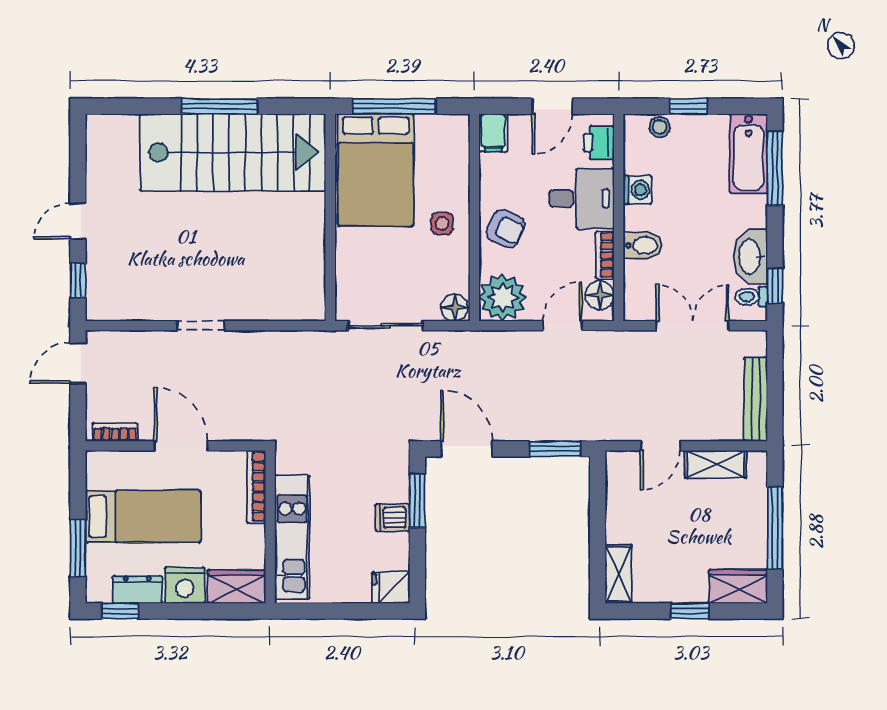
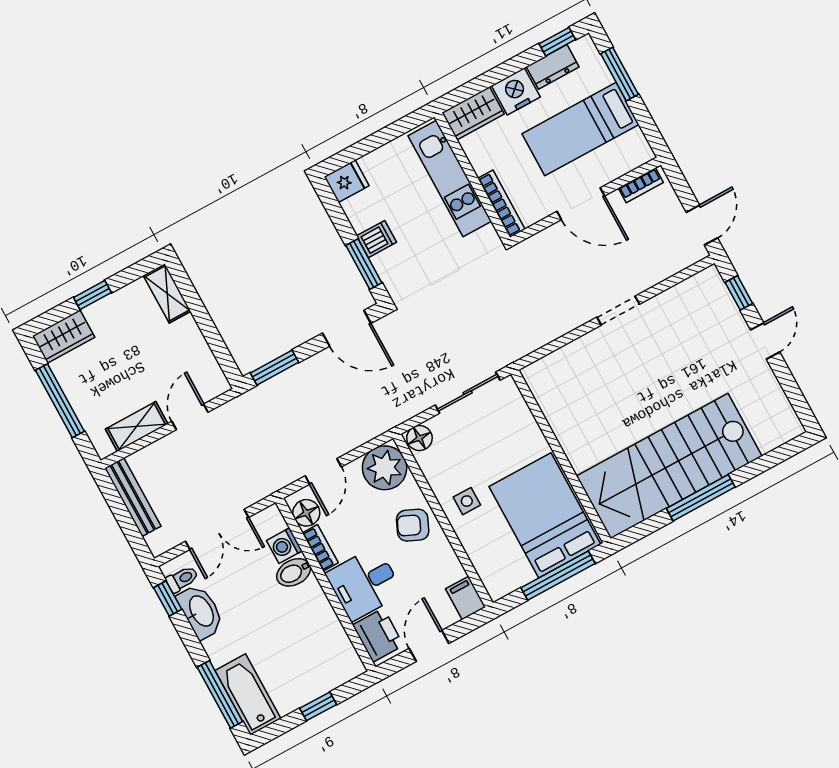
stool: (660, 127) -> (332, 677), removed
printer: (599, 143) -> (378, 635), width x1.36, depth x1.24
washing machine: (637, 190) -> (284, 546), moved

